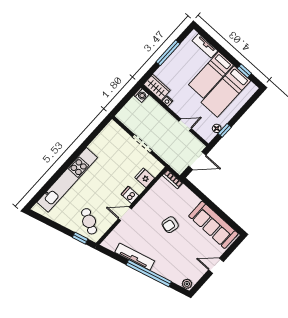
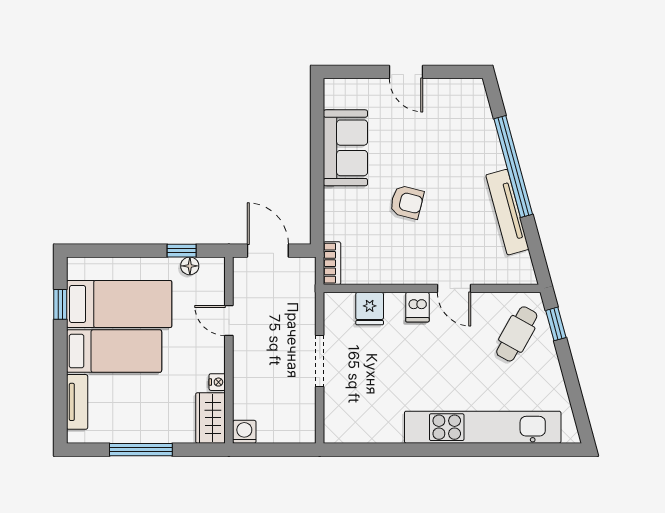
sofa: (213, 225) -> (345, 148), width x0.73
plant: (187, 284) -> (476, 92), removed

